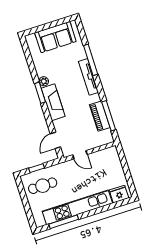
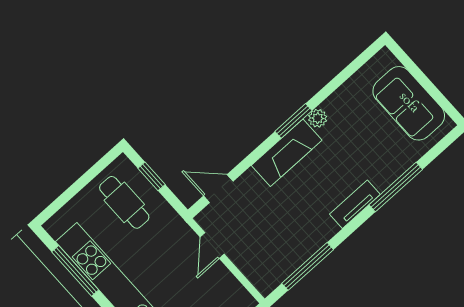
tv unit: (89, 77) -> (355, 204), width x0.71
piano: (100, 116) -> (299, 250), removed

